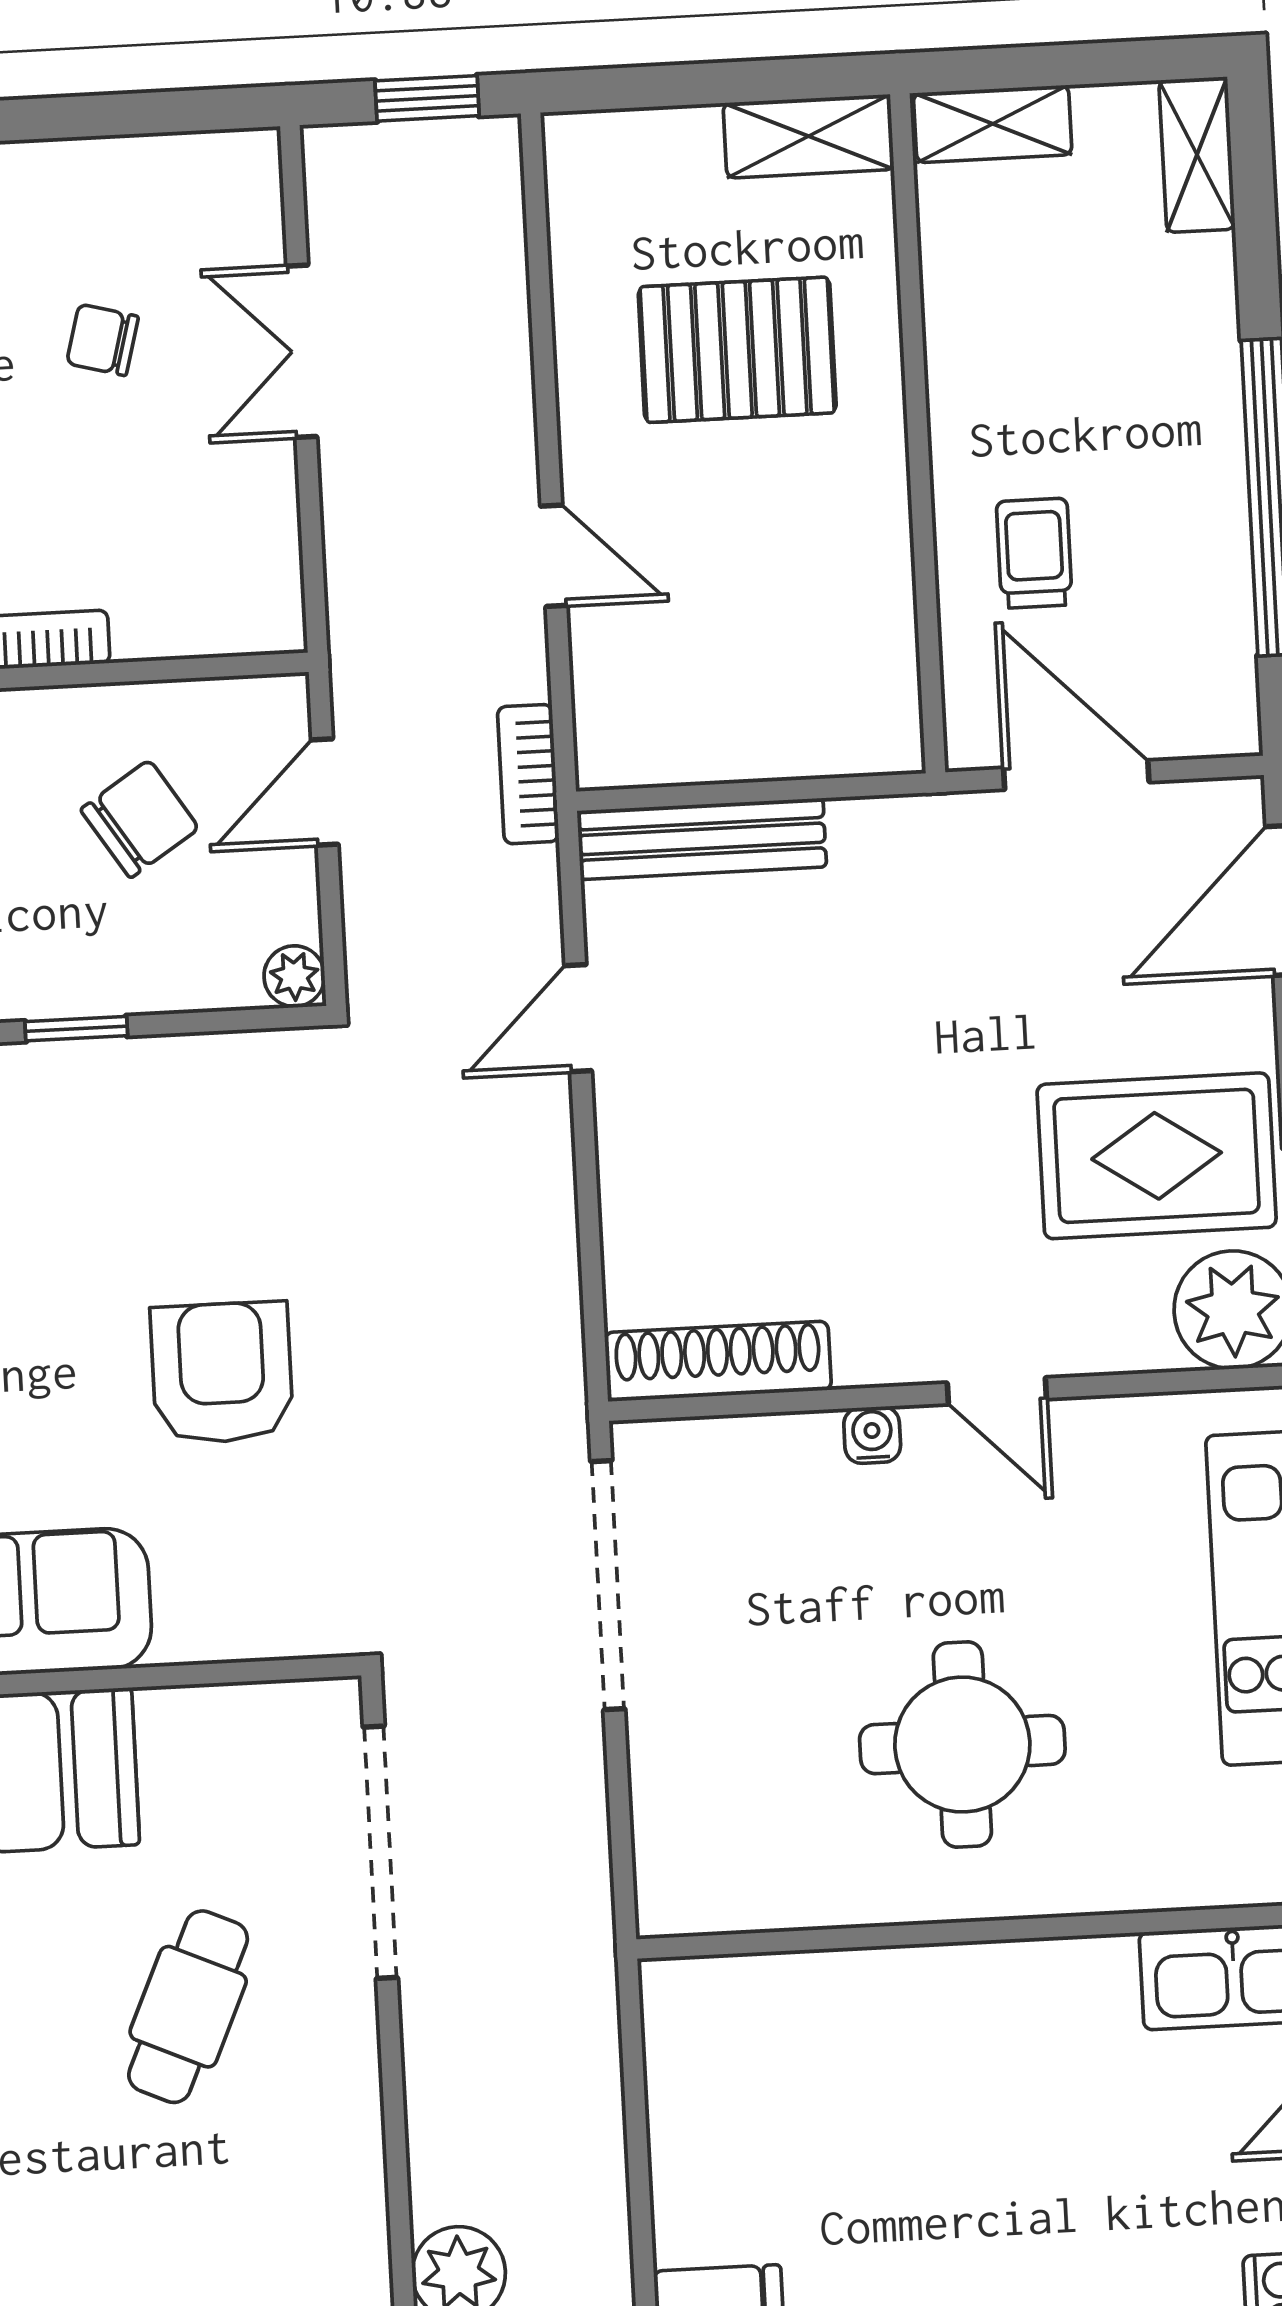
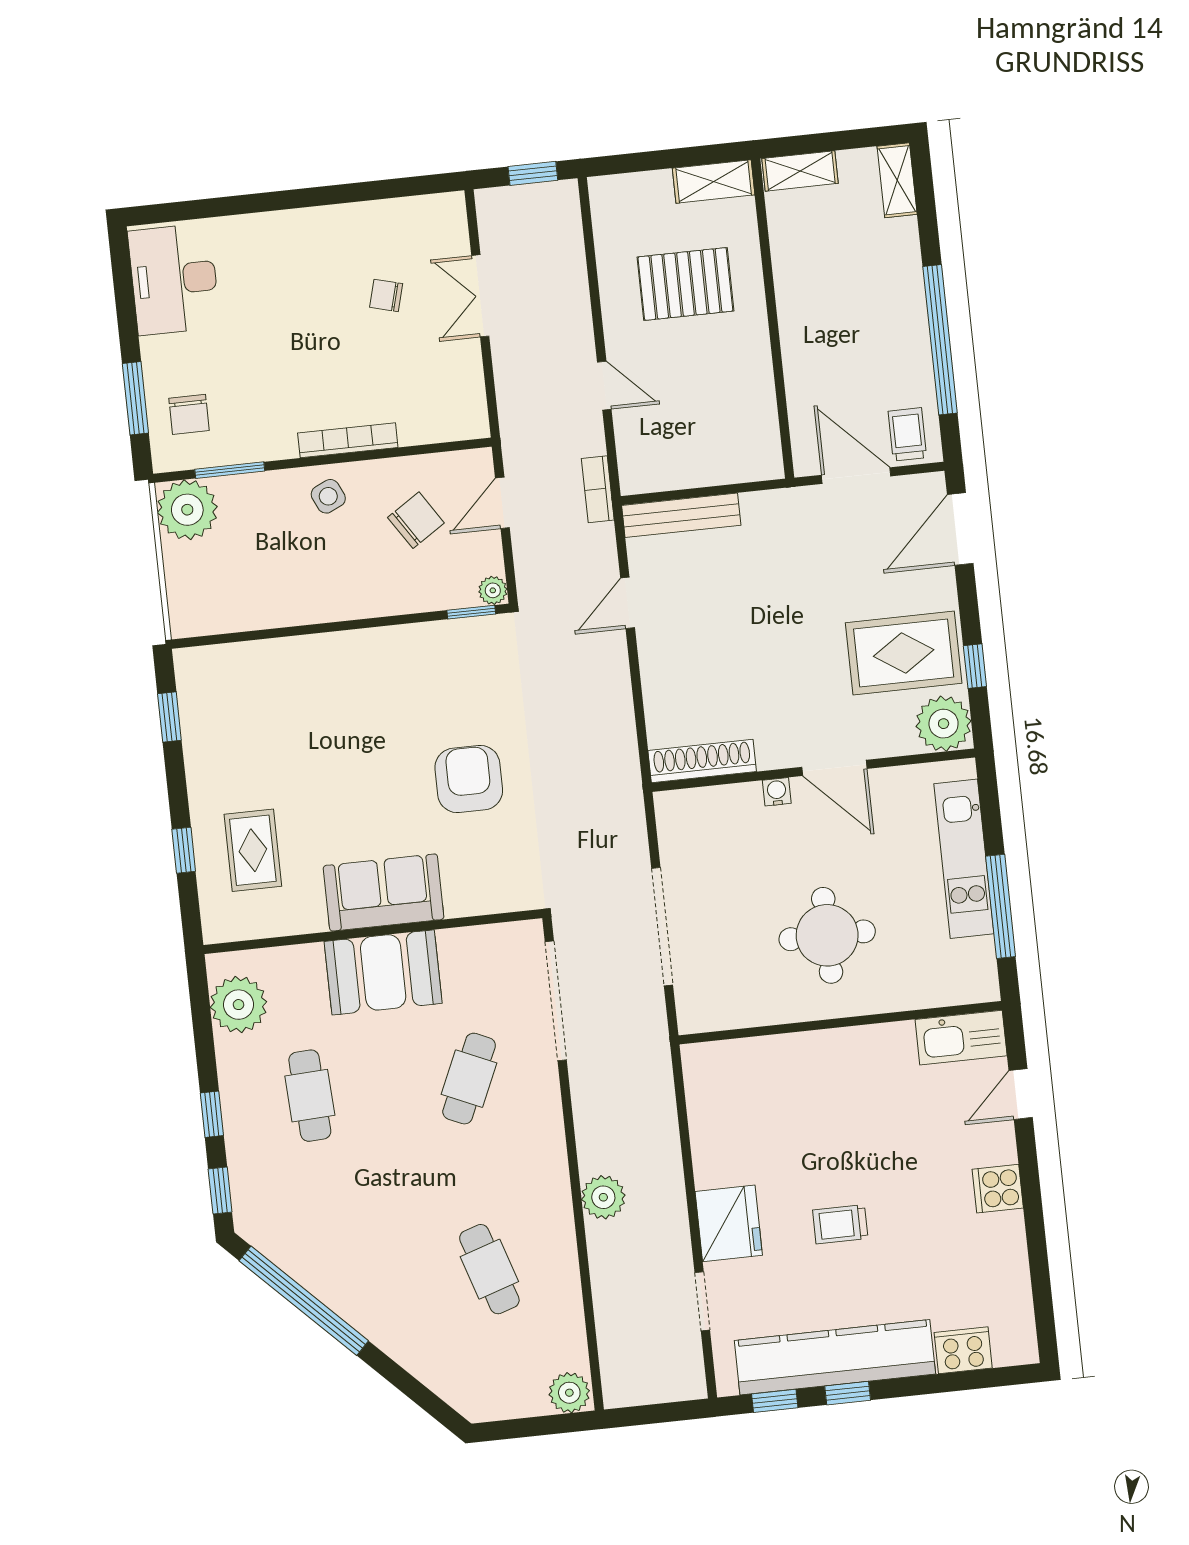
trolley: (1034, 553) -> (907, 434), moved
window: (76, 1029) -> (471, 612), moved
door: (997, 1391) -> (834, 768), width x1.37
doorway: (608, 1585) -> (662, 927), moved

